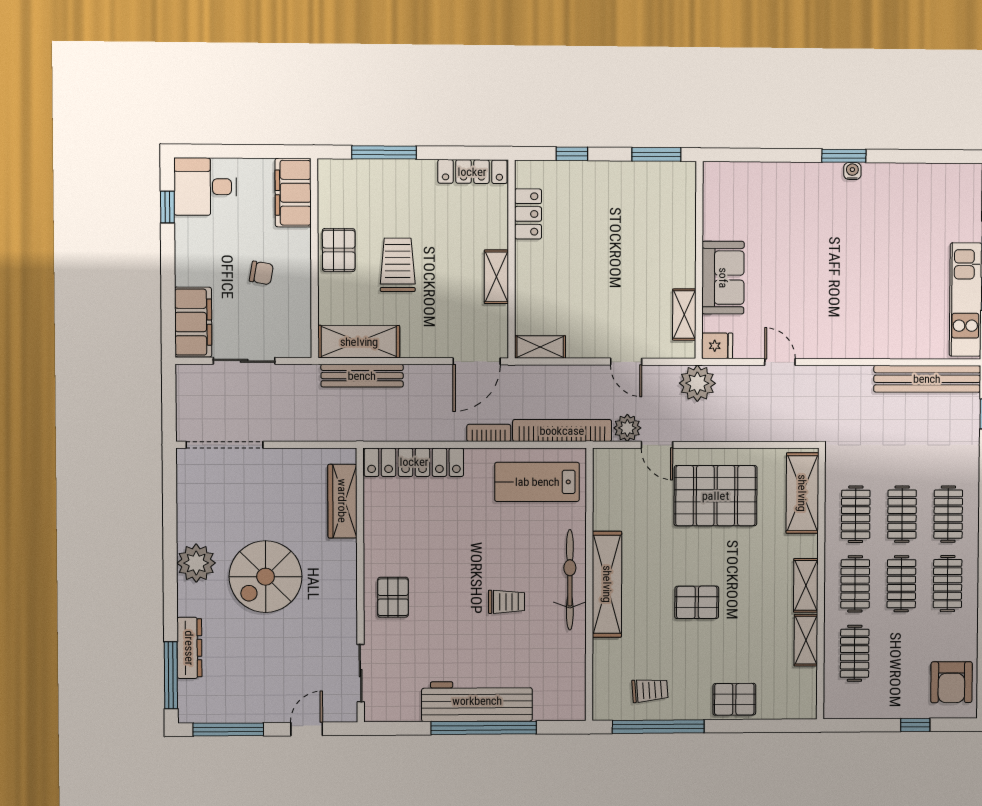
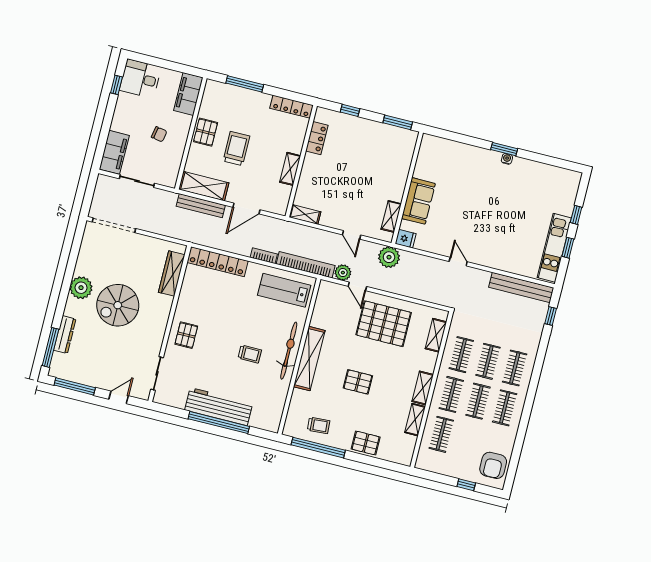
door: (477, 361) -> (246, 208), moved
door: (780, 362) -> (458, 262), moved
shelving: (802, 493) -> (436, 335), width x0.67, depth x0.75

